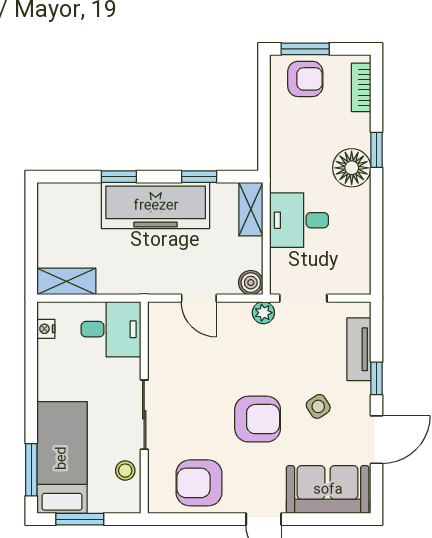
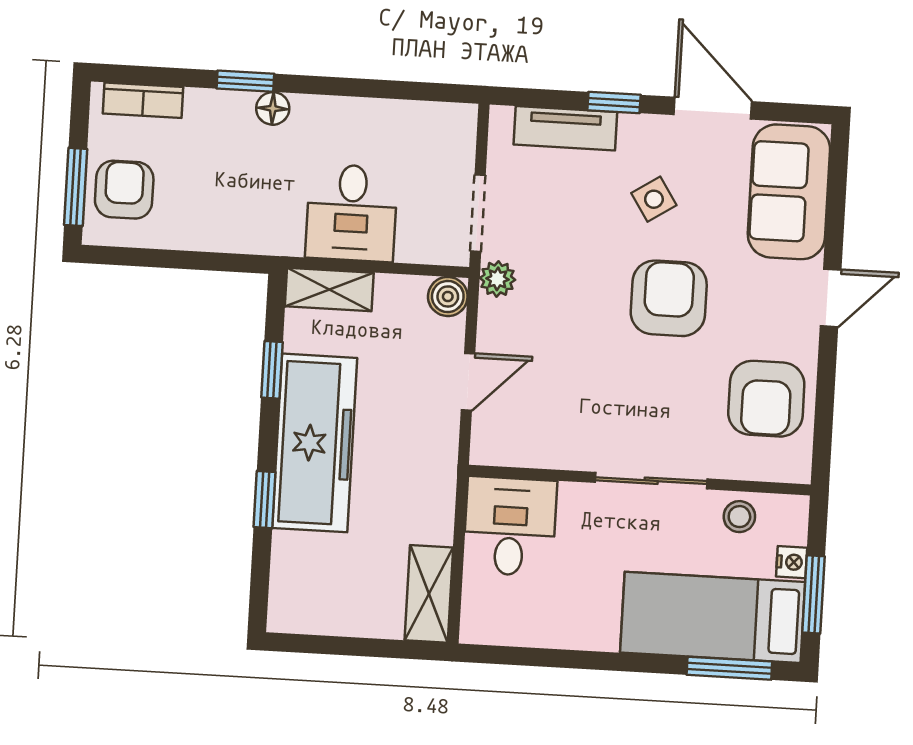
floor lamp: (352, 168) -> (273, 108), width x0.53, depth x0.53
nightstand: (46, 329) -> (792, 562), moved, turned -90

